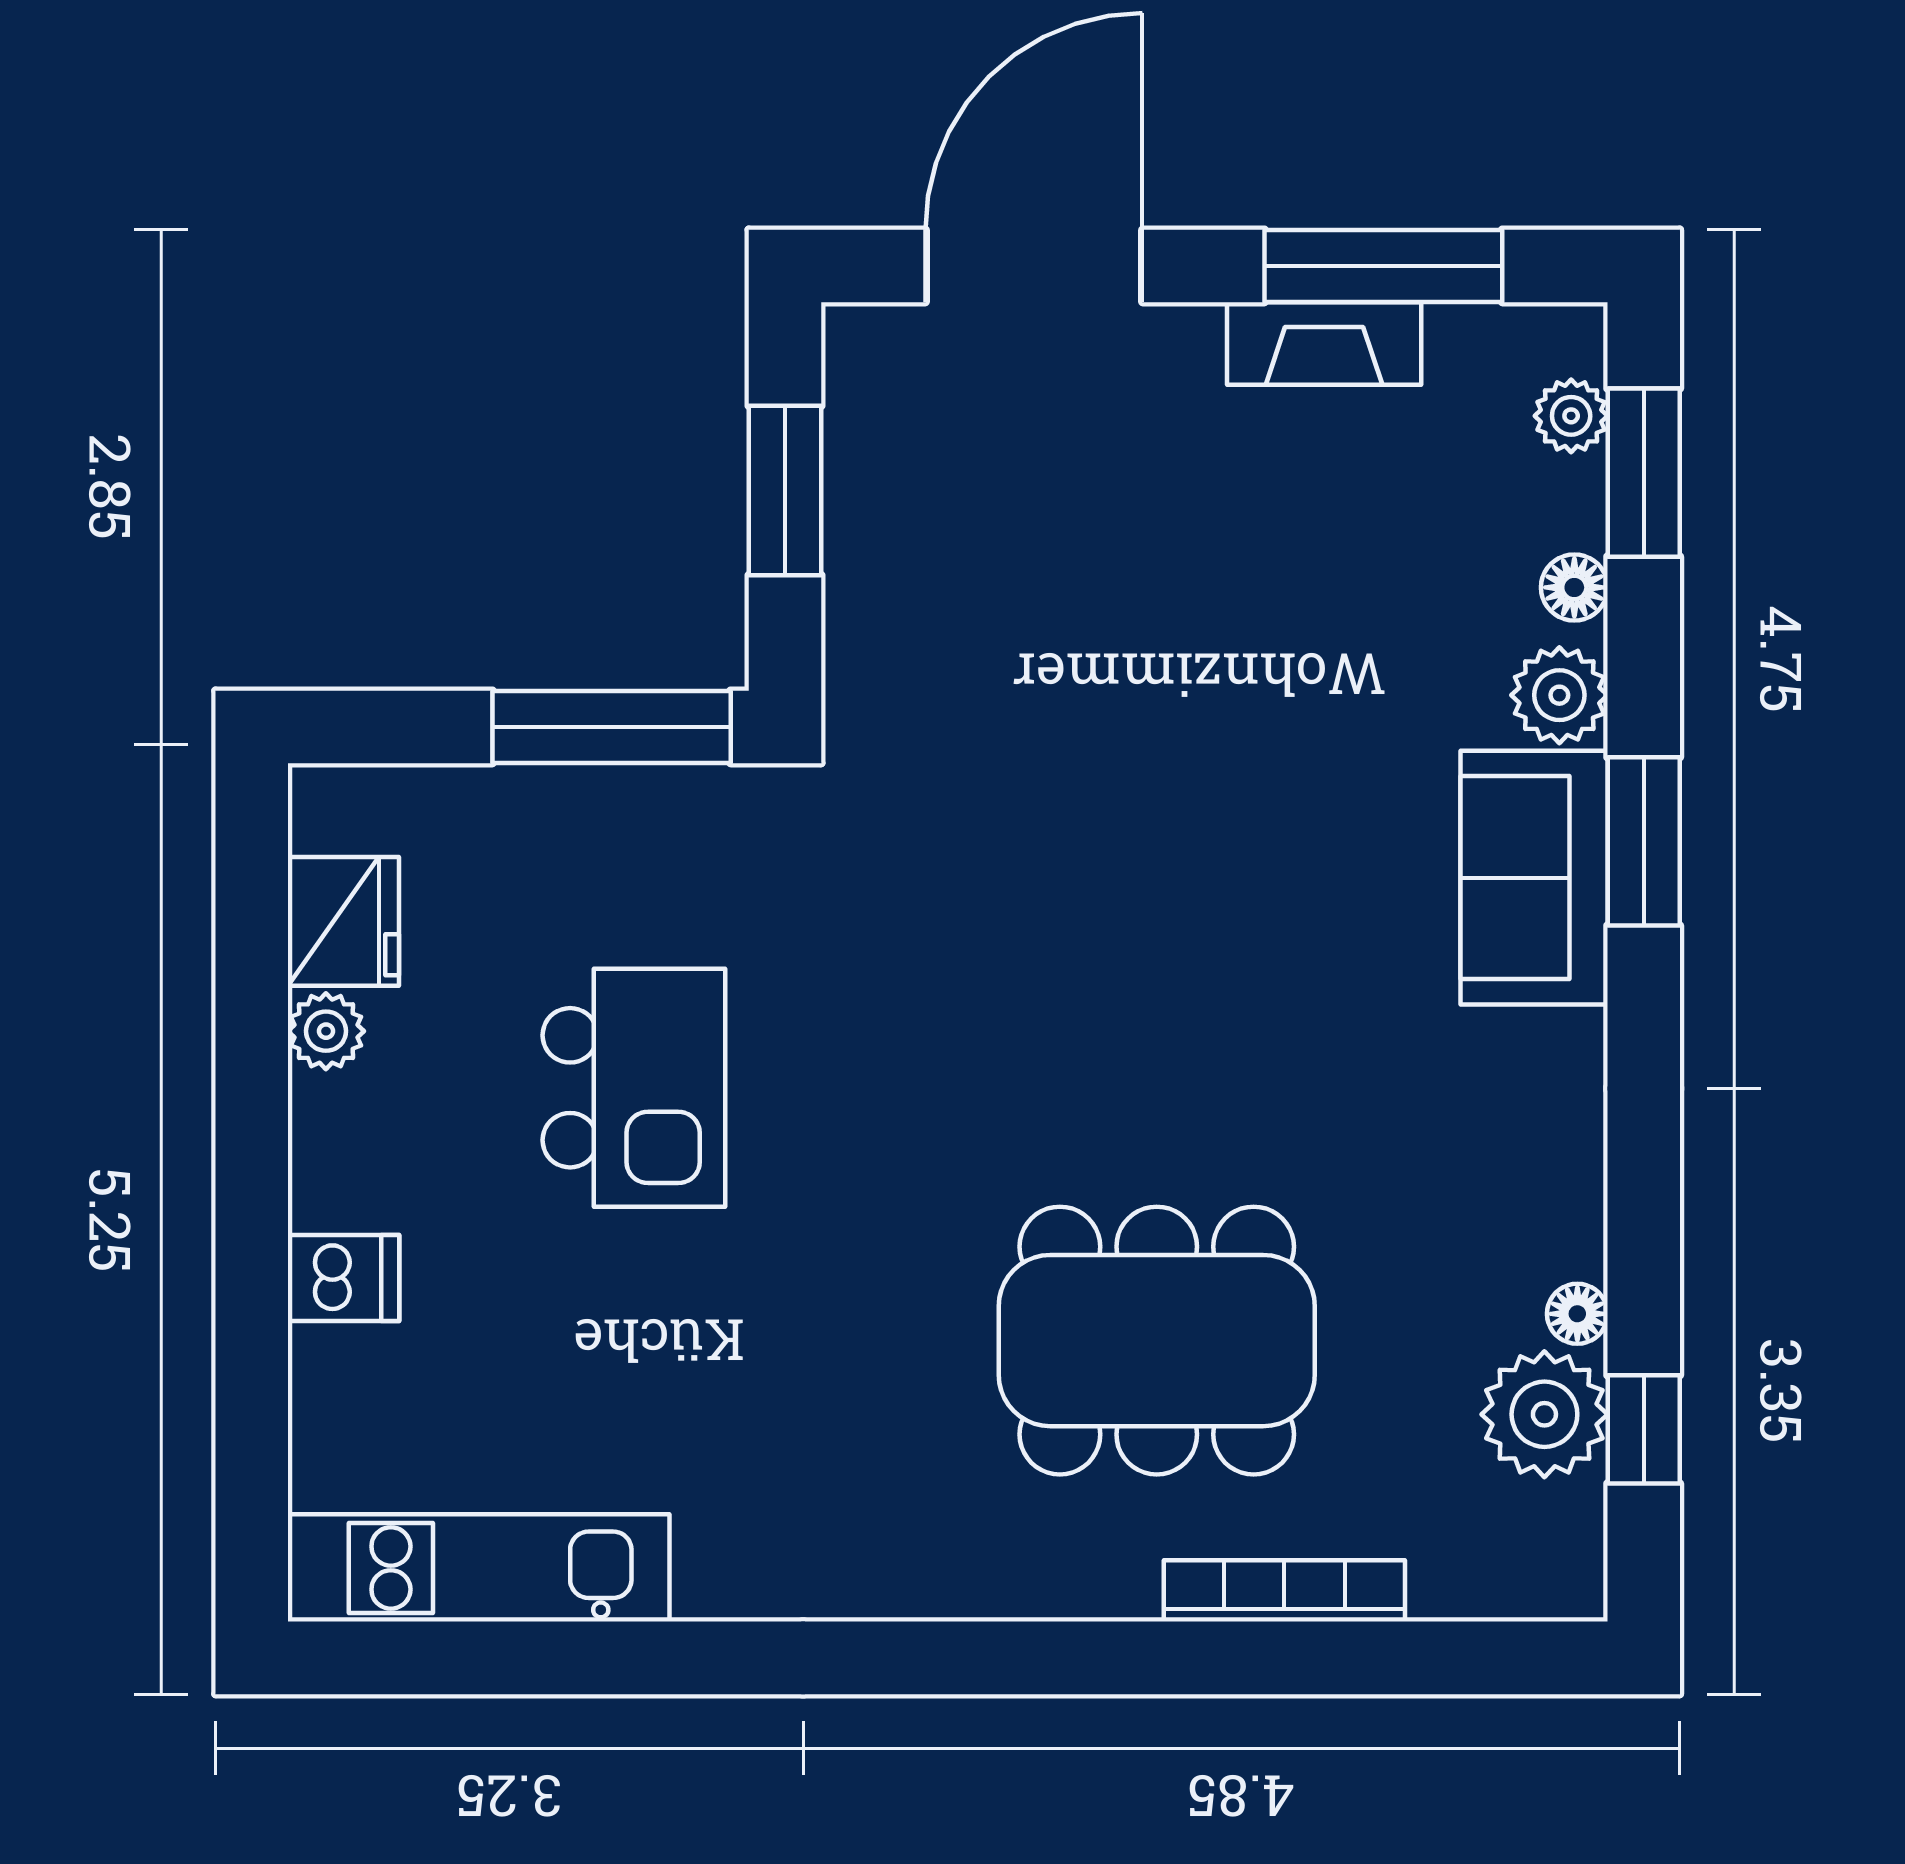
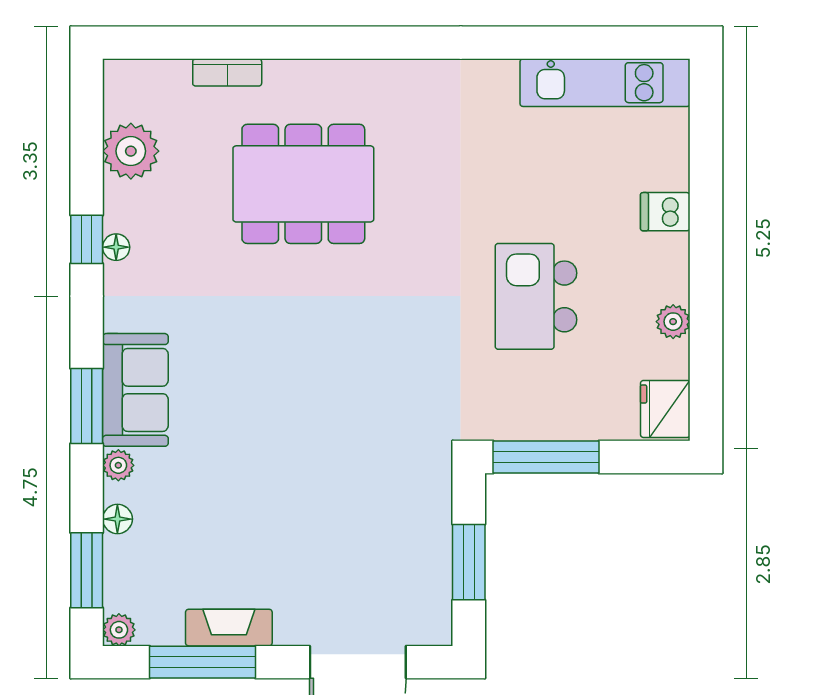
plant: (1571, 416) -> (119, 630), moved
plant: (1559, 695) -> (118, 465), width x0.73, depth x0.73
fridge: (343, 921) -> (665, 409), moved
floor lamp: (1577, 1314) -> (116, 247), moved
window: (1644, 1429) -> (87, 239), moved
bookcase: (1284, 1591) -> (227, 72), width x0.64

